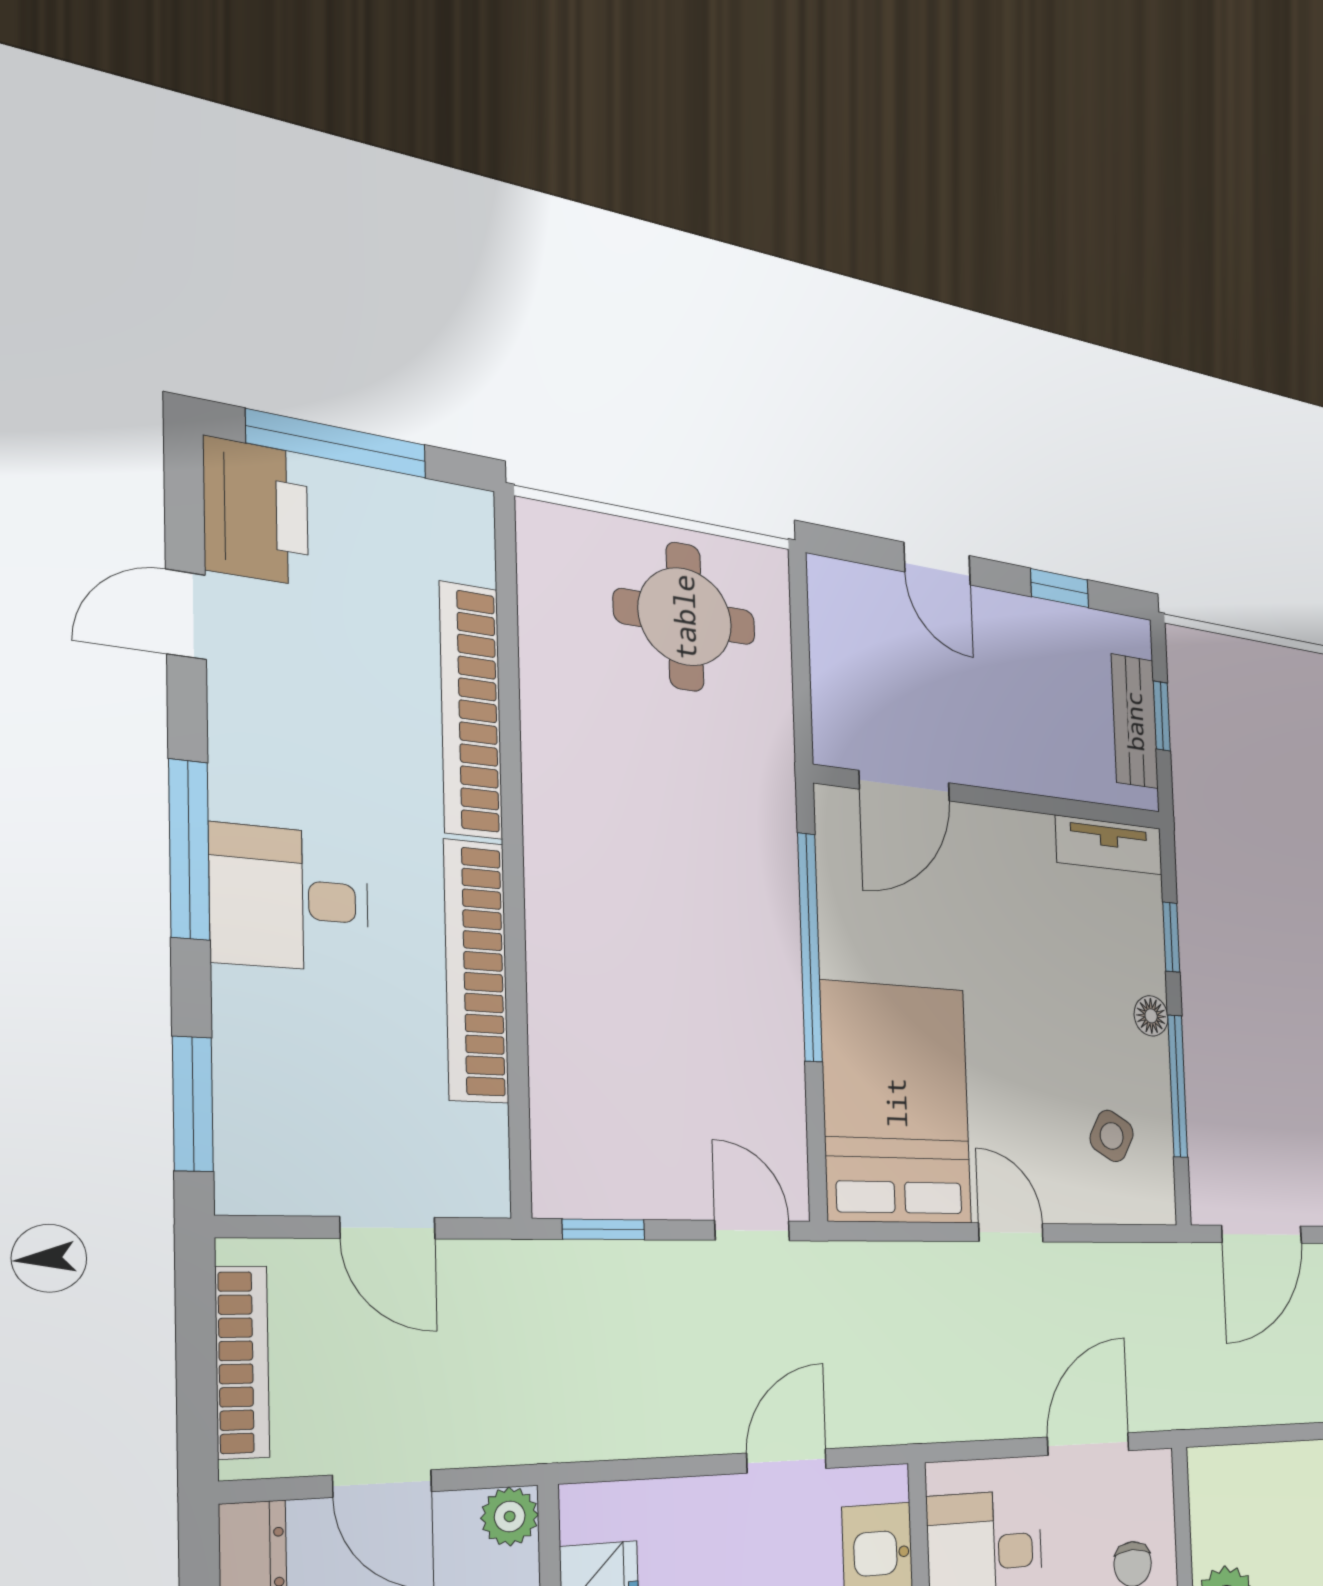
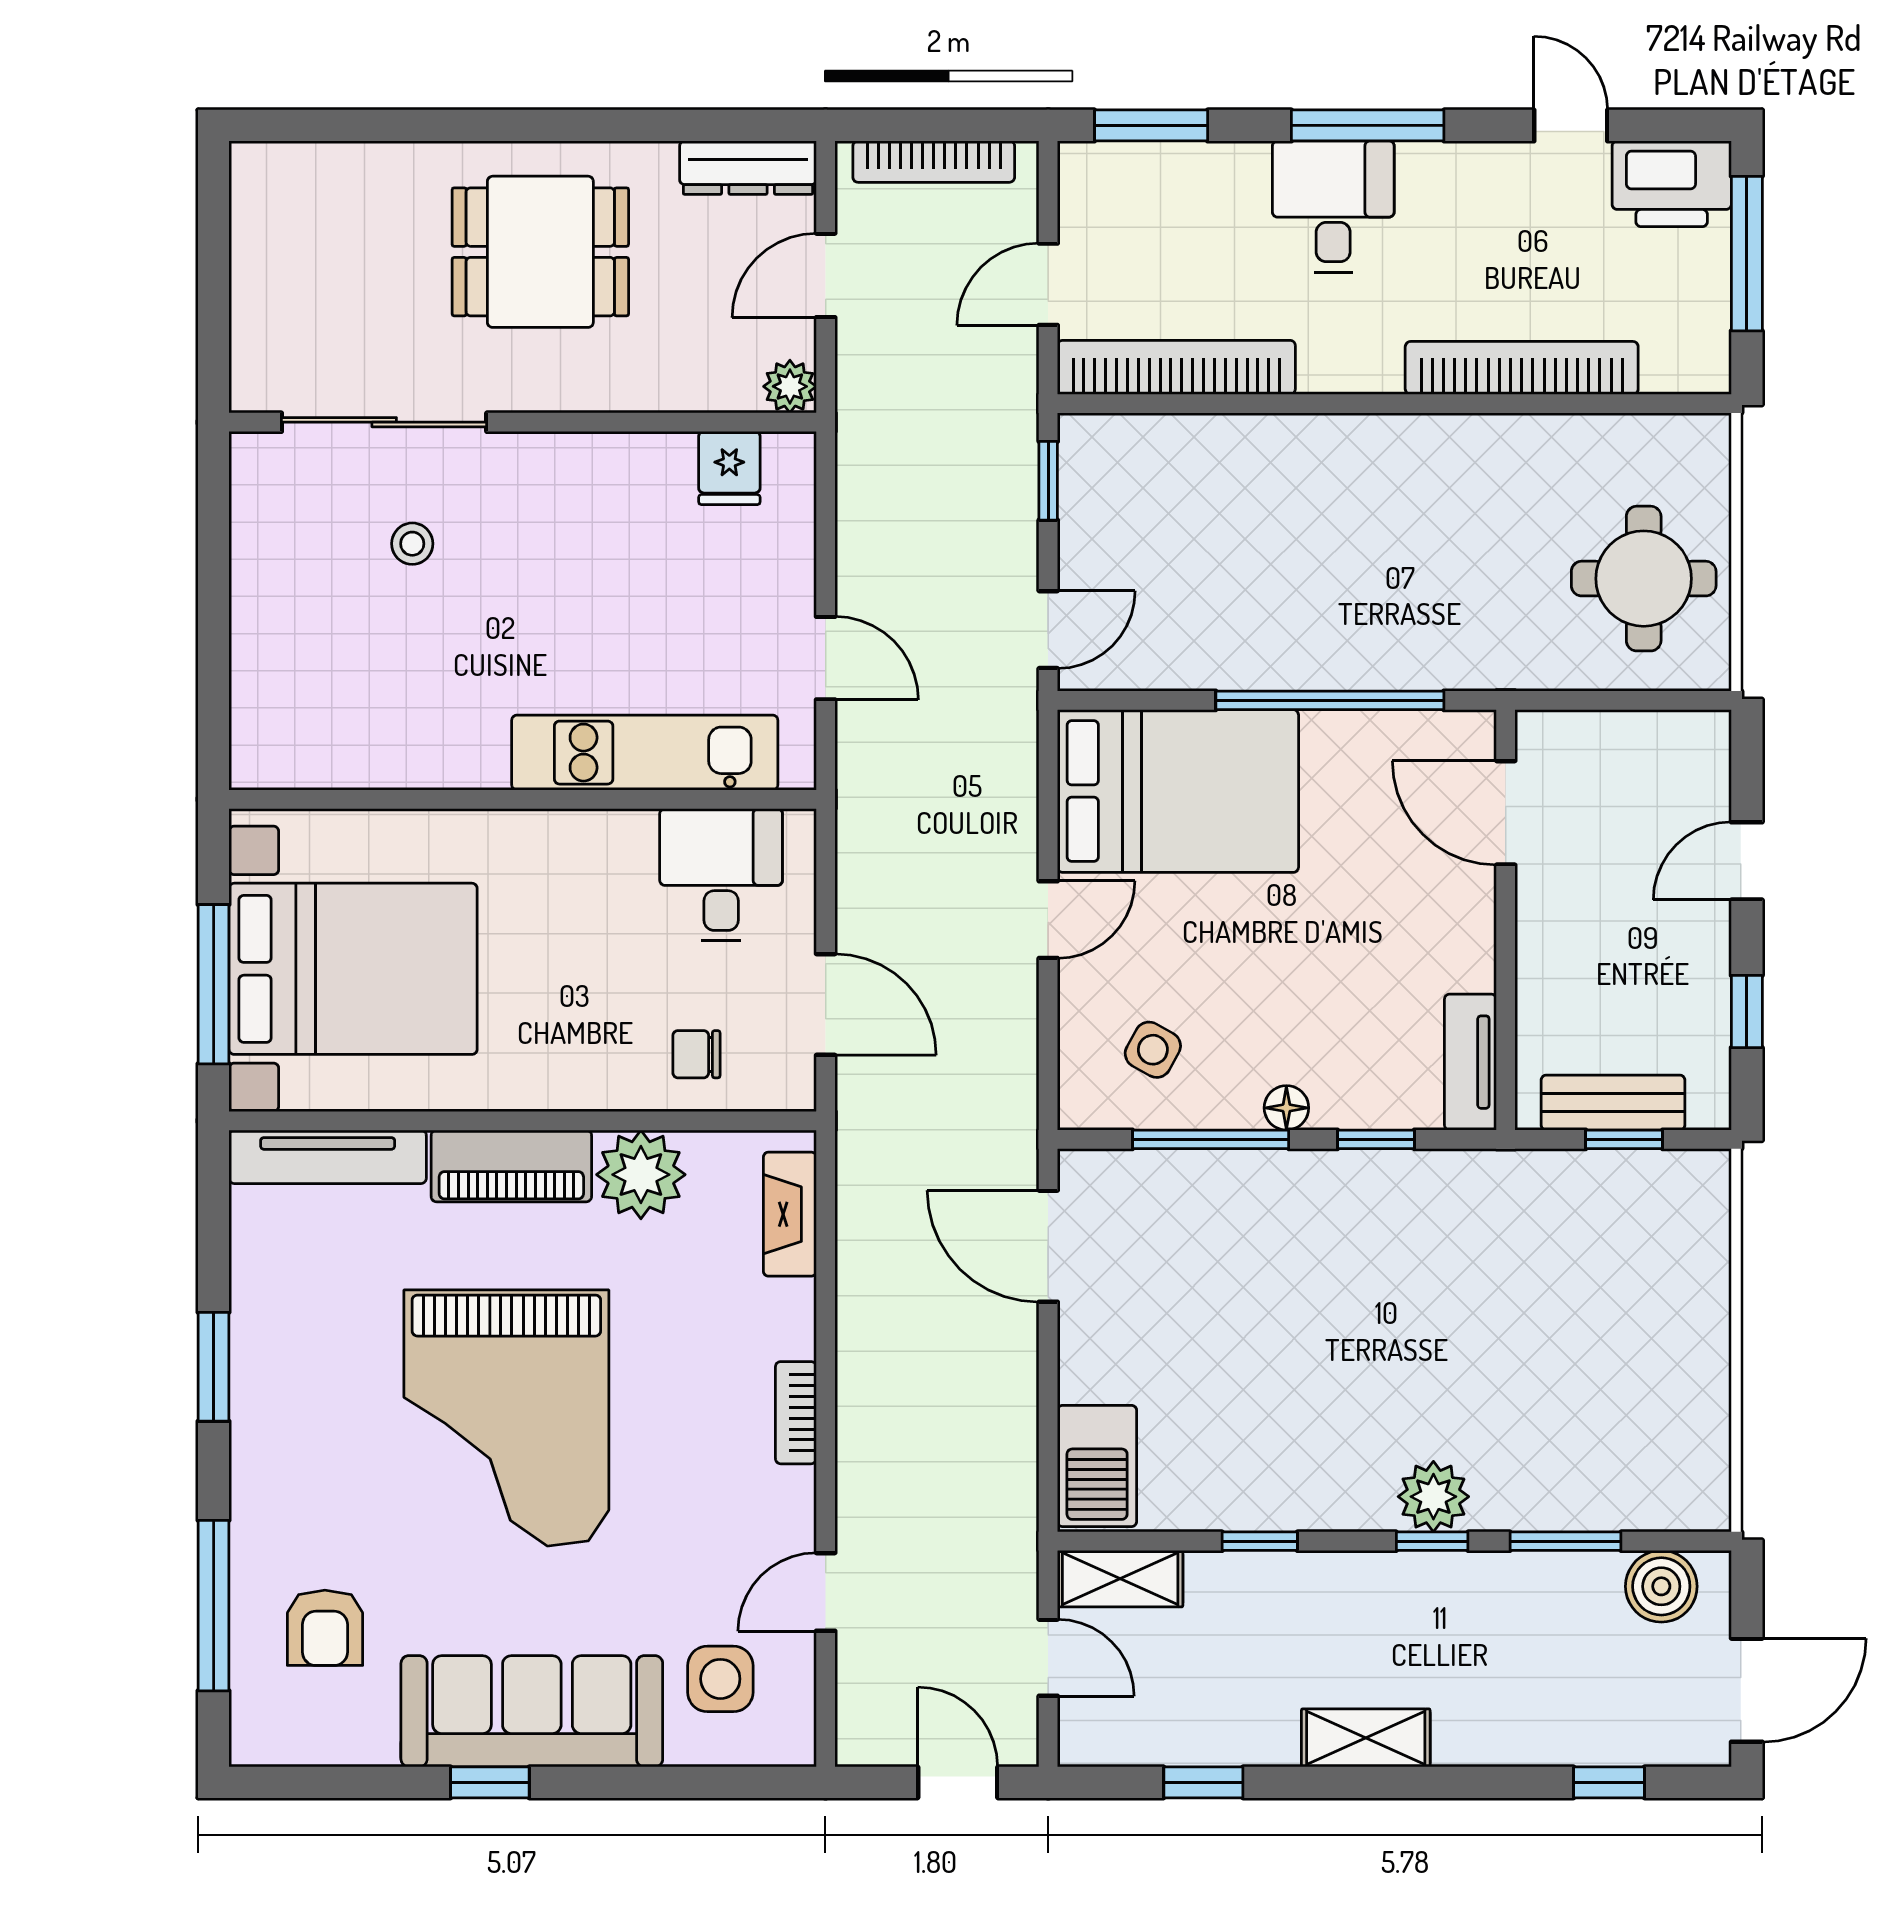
bookcase: (476, 971) -> (1176, 367), moved
fireplace: (1249, 1468) -> (790, 1214), added

